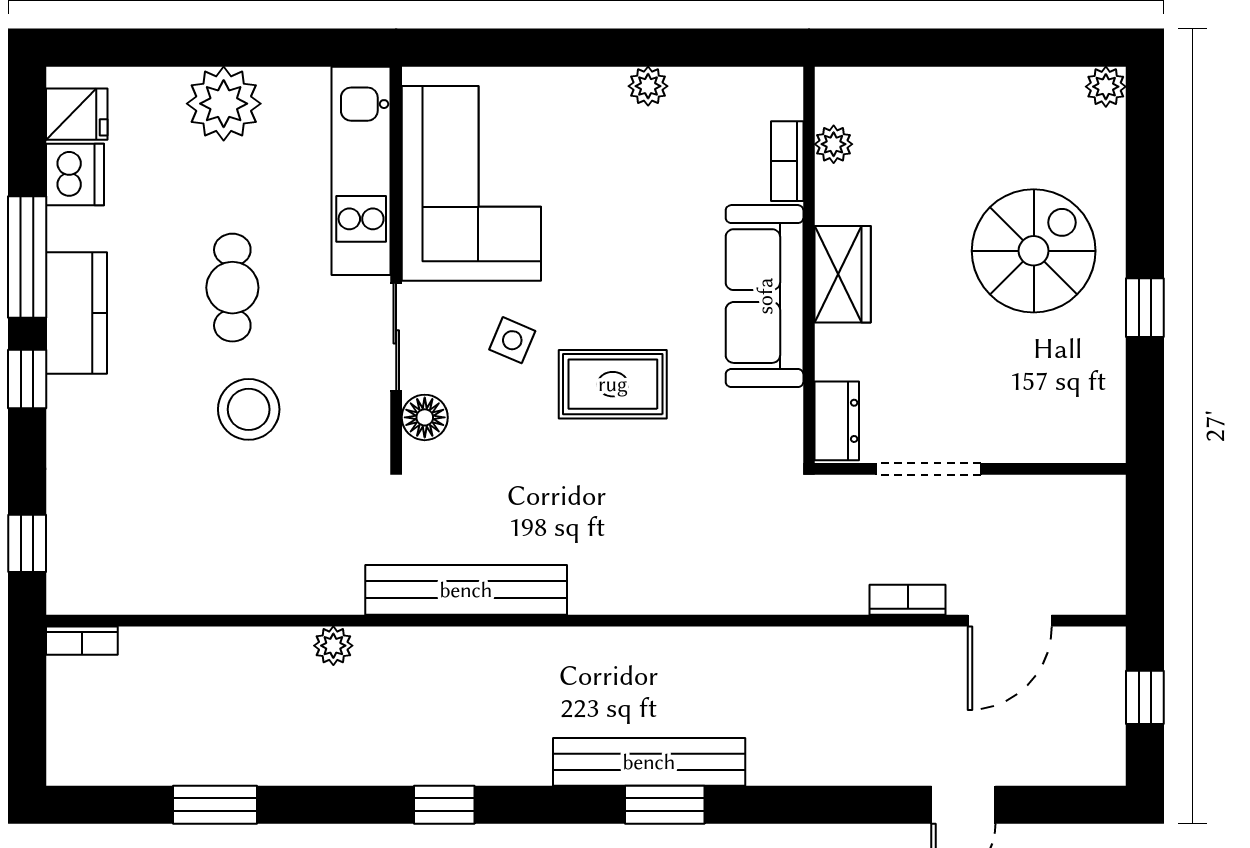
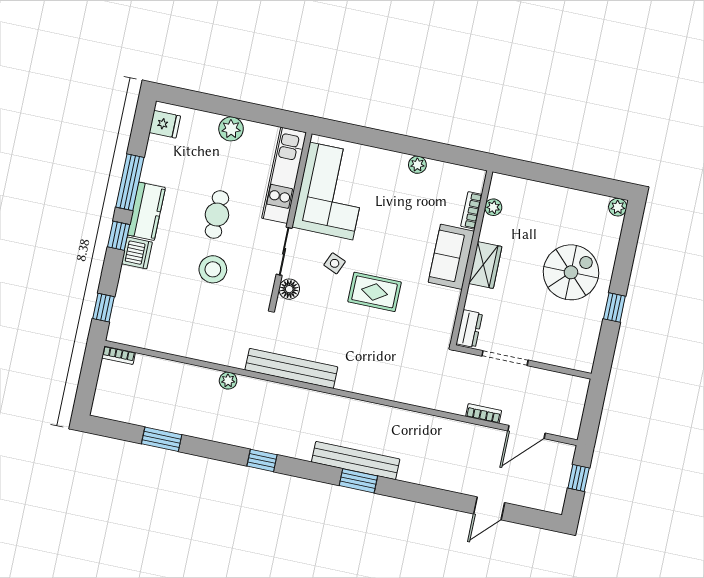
plant: (224, 104) -> (231, 129), width x0.73, depth x0.73
dishwasher: (75, 175) -> (137, 253), moved
sofa: (765, 296) -> (451, 257), width x0.73

